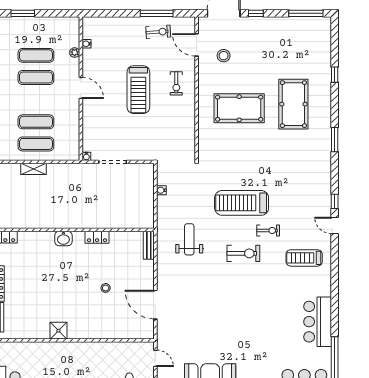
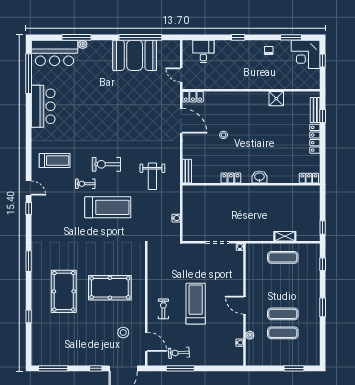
exercise mat: (36, 122) -> (283, 276), removed
shower: (58, 331) -> (276, 99), moved
locker: (142, 333) -> (193, 97), added

